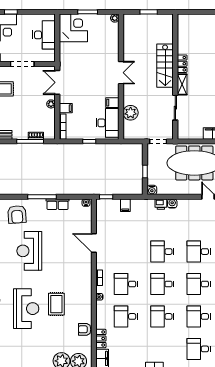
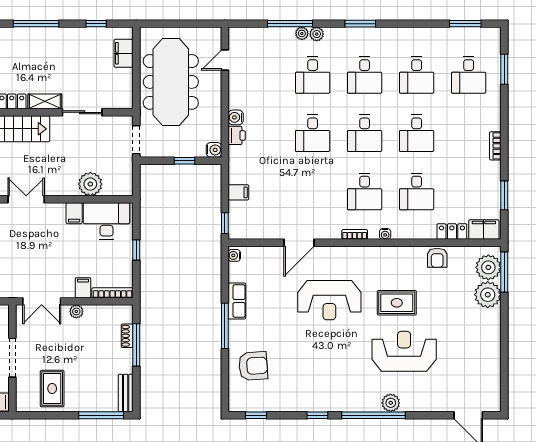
reception desk: (29, 251) -> (329, 300), moved

